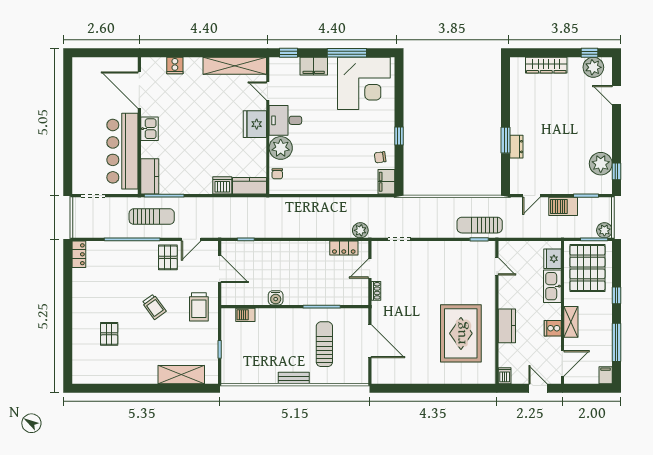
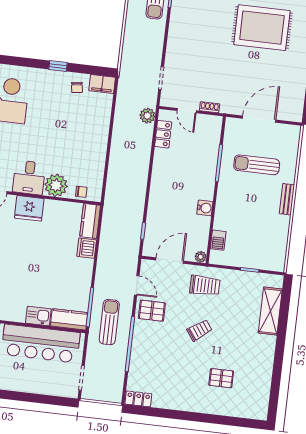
kitchen sink: (149, 129) -> (38, 316), moved
plant: (227, 299) -> (201, 257), added

